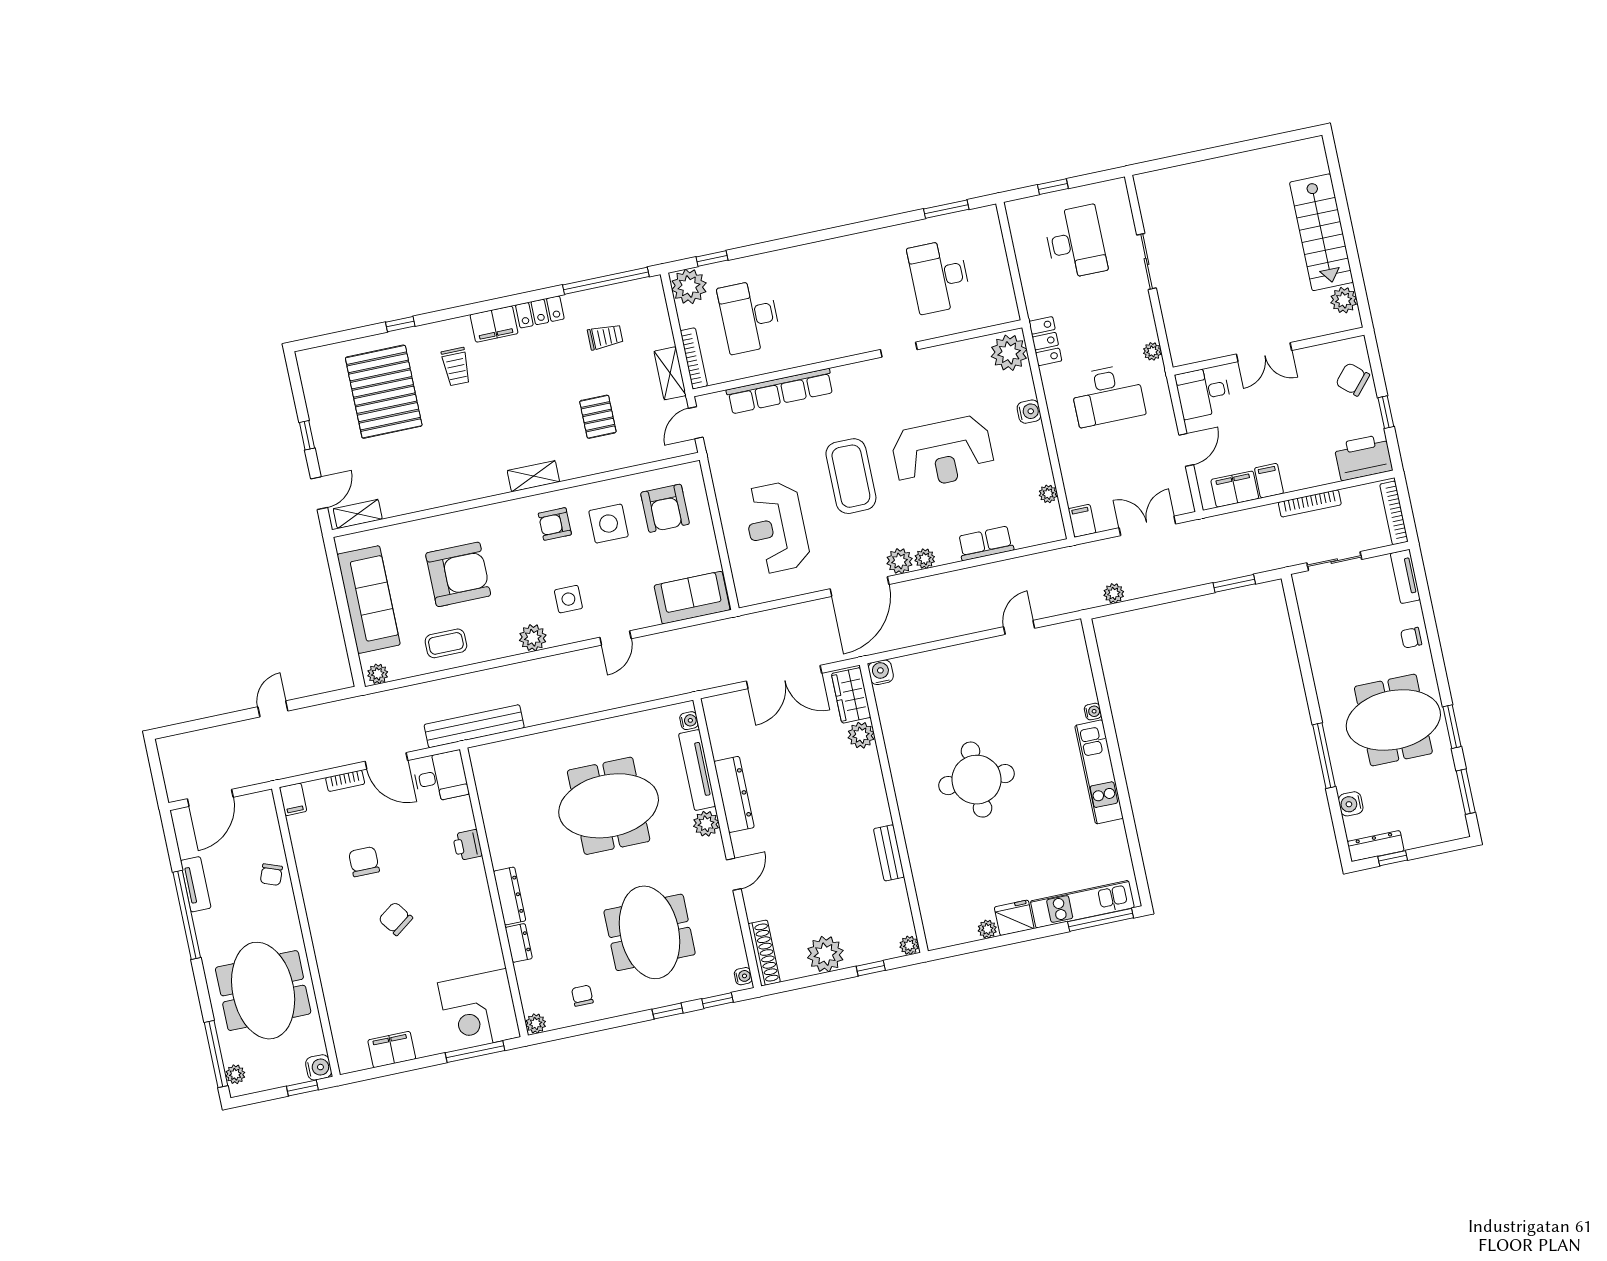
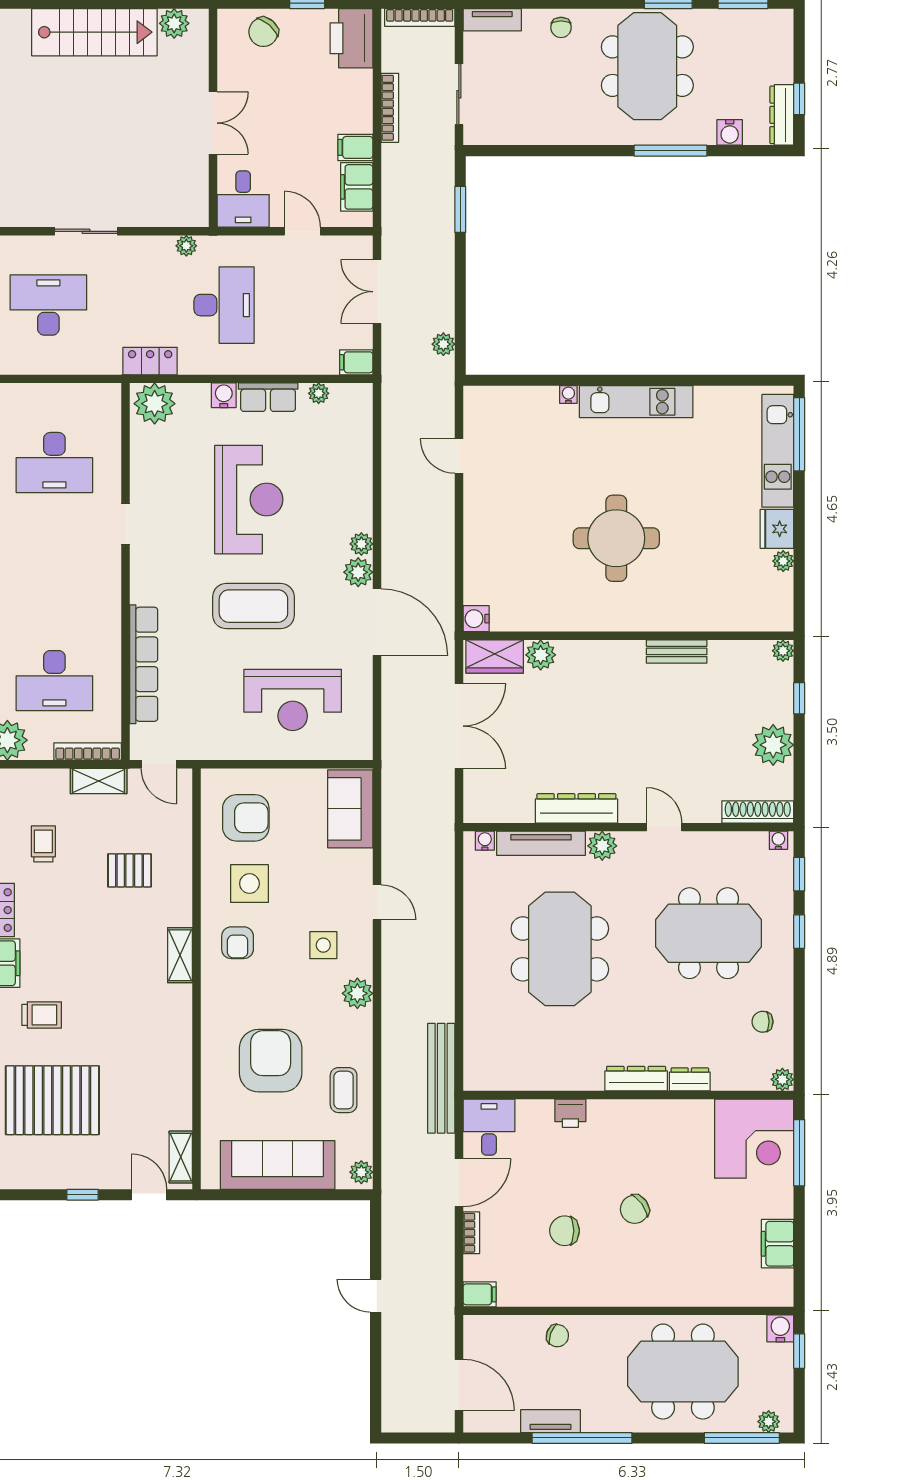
row of seats: (986, 543) -> (268, 397), moved, turned -90

